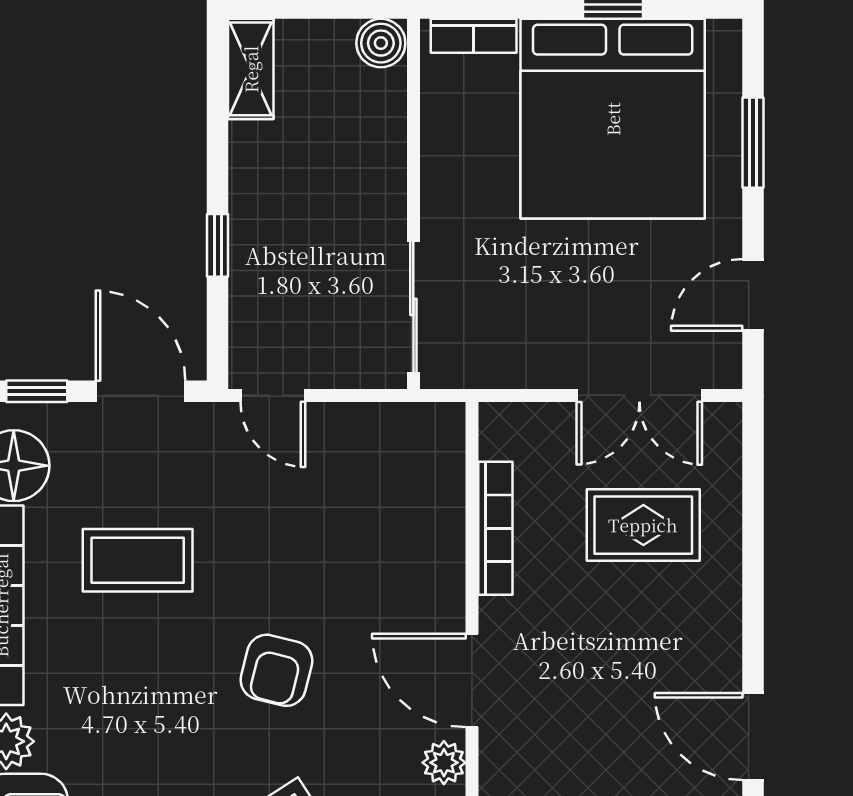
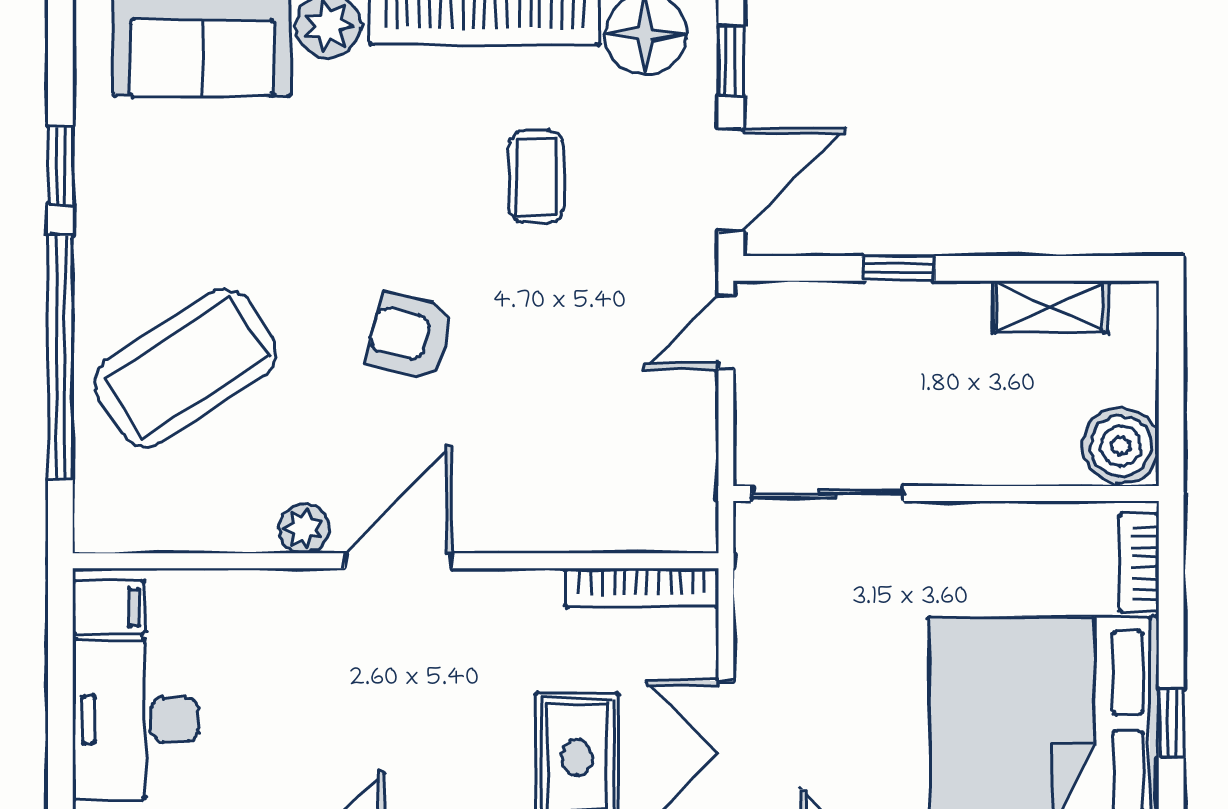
boiler: (381, 43) -> (1121, 446), width x1.36, depth x1.36
shelving: (251, 69) -> (1050, 307), moved
bookcase: (495, 528) -> (642, 588), moved
coffee table: (138, 560) -> (536, 176), width x0.73, depth x0.77

